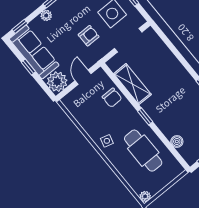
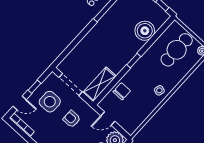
shelving: (132, 84) -> (100, 84), moved
boiler: (177, 141) -> (145, 31), width x1.86, depth x1.86
cafe table: (143, 151) -> (177, 50), moved

